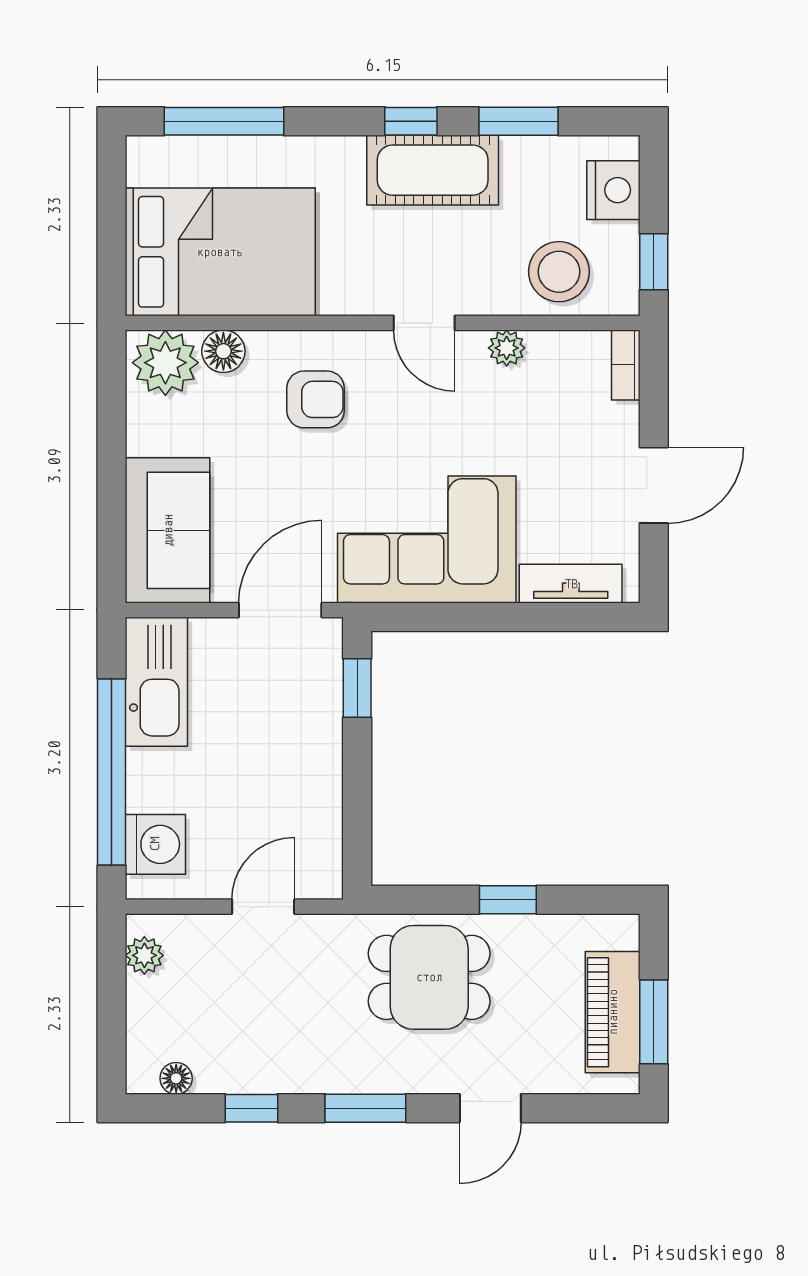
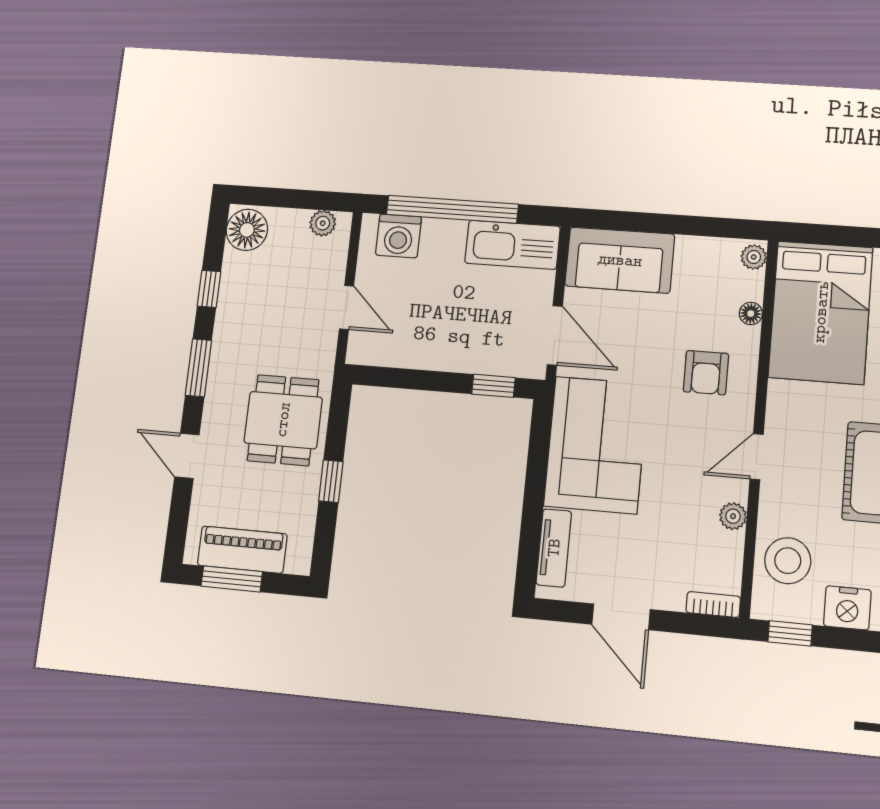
floor lamp: (223, 351) -> (751, 314), width x0.73, depth x0.73
plant: (165, 363) -> (754, 257), width x0.53, depth x0.53
floor lamp: (176, 1078) -> (247, 230), width x1.89, depth x1.89

